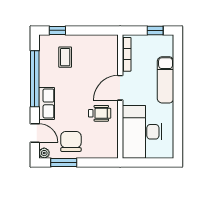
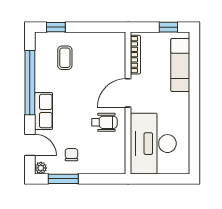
exam couch: (166, 80) -> (180, 65), moved
chair: (71, 141) -> (72, 155), width x0.54, depth x0.54

